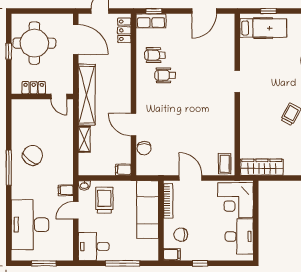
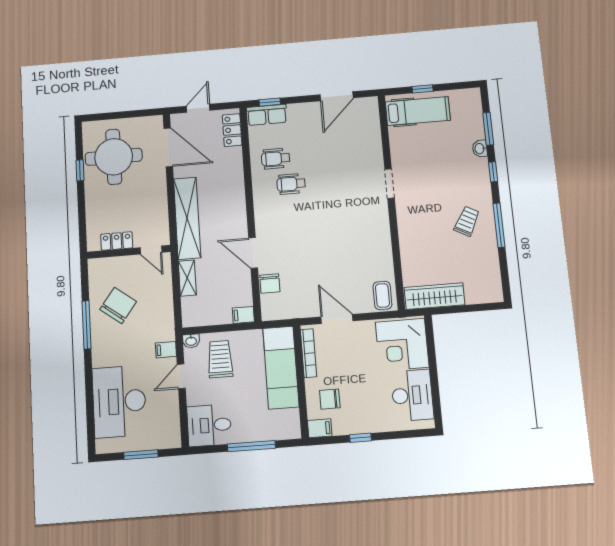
locker: (34, 88) -> (117, 241), moved
wall: (42, 96) -> (129, 252), moved
door: (59, 96) -> (151, 250), moved

